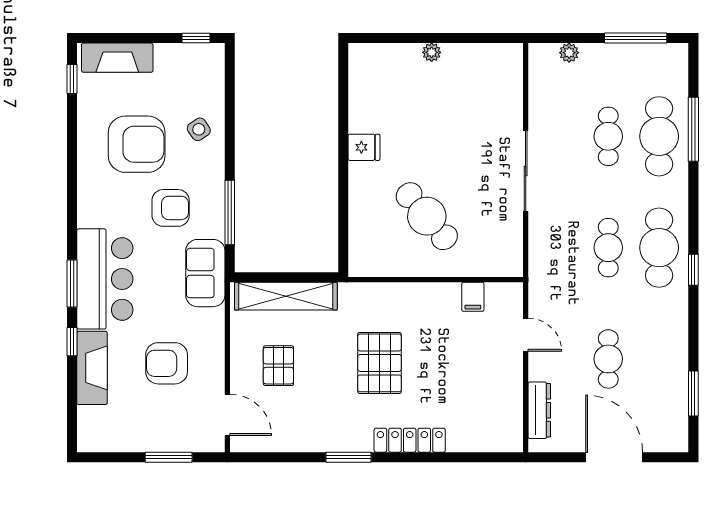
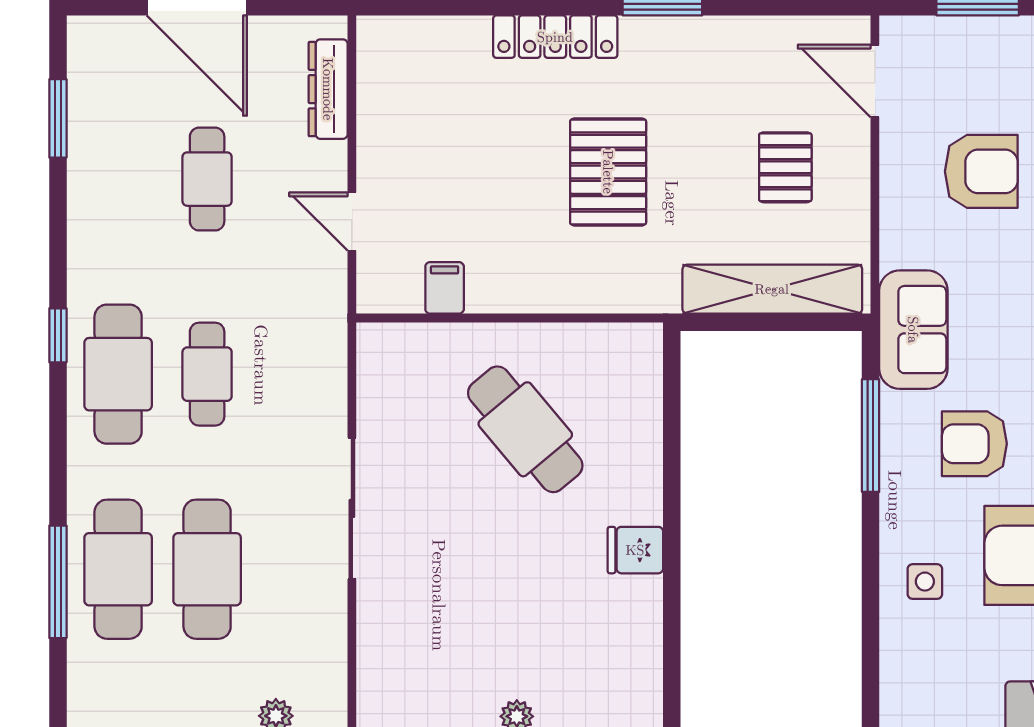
side table: (199, 129) -> (925, 582), turned 34
cafe table: (608, 136) -> (207, 569), width x1.37, depth x1.35

